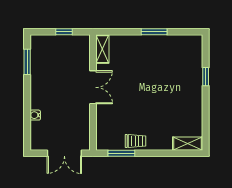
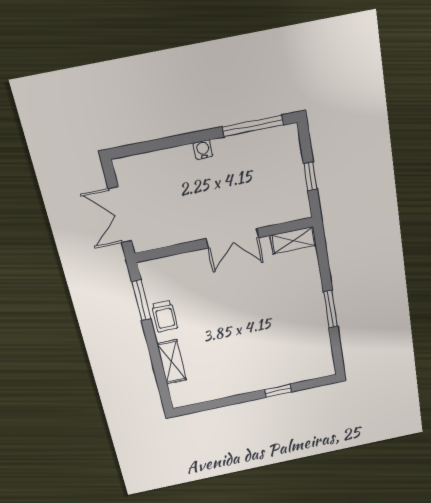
window: (27, 62) -> (253, 126), width x1.44
water cooler: (35, 115) -> (203, 150), moved
shelving: (188, 144) -> (172, 362), moved

